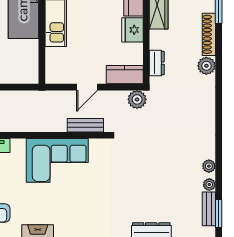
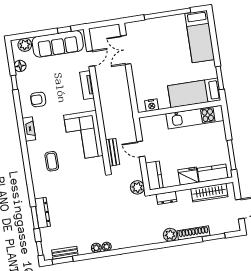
nightstand: (31, 64) -> (152, 105), added
plant: (209, 185) -> (107, 247), moved
coffee table: (85, 208) -> (52, 161), added

